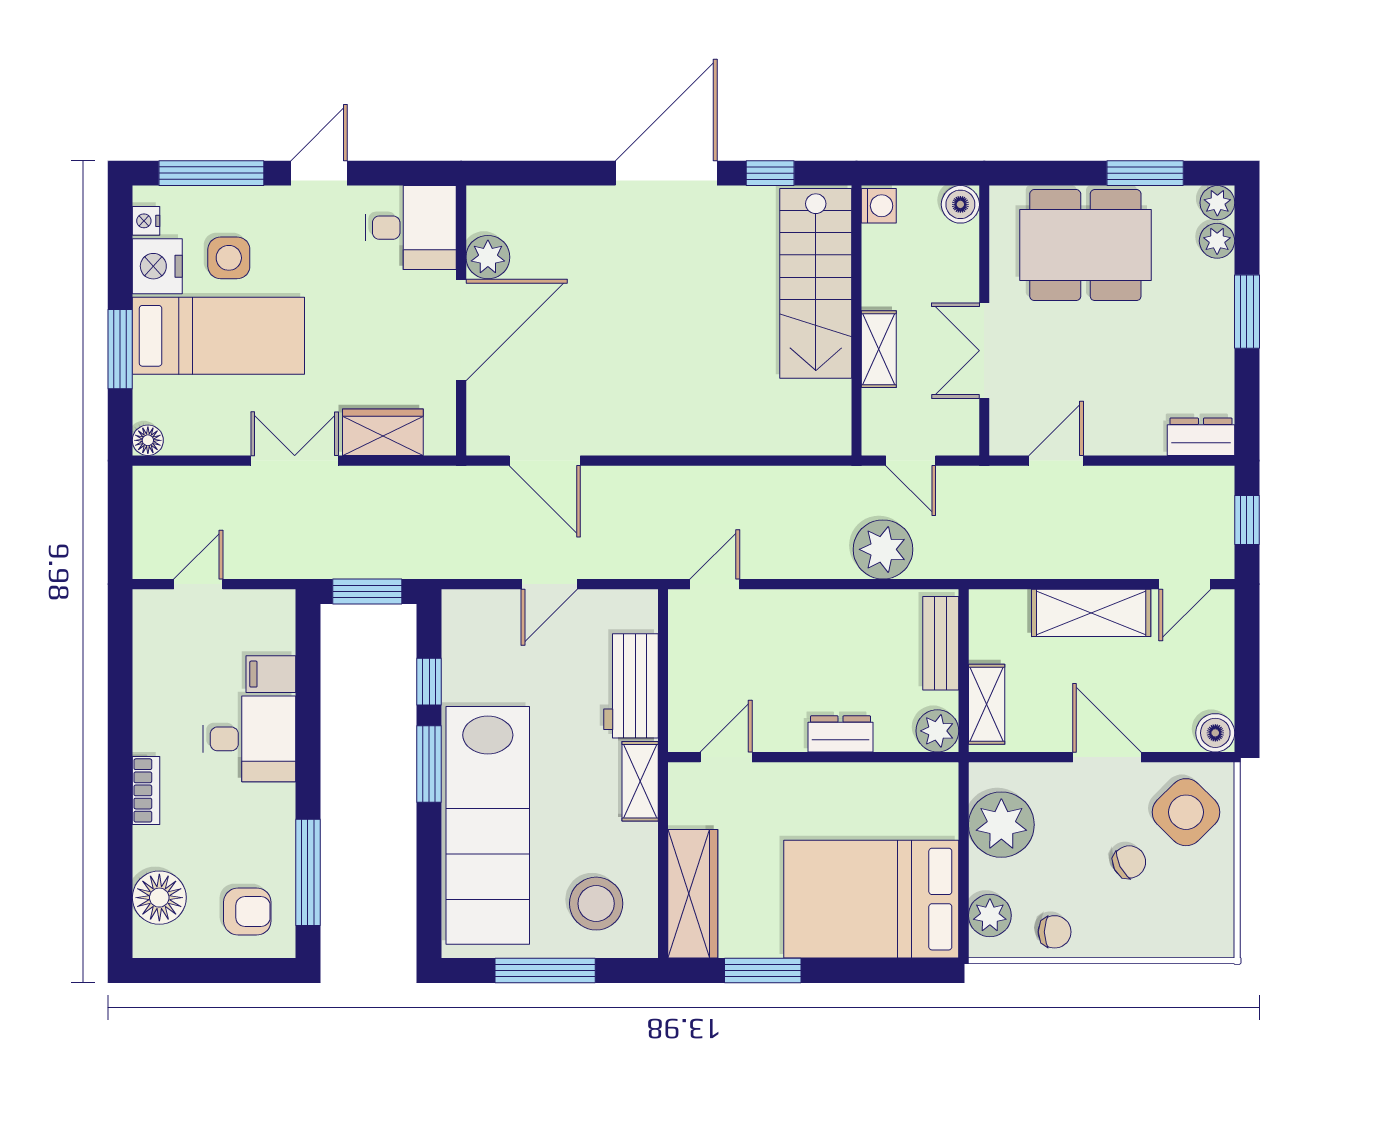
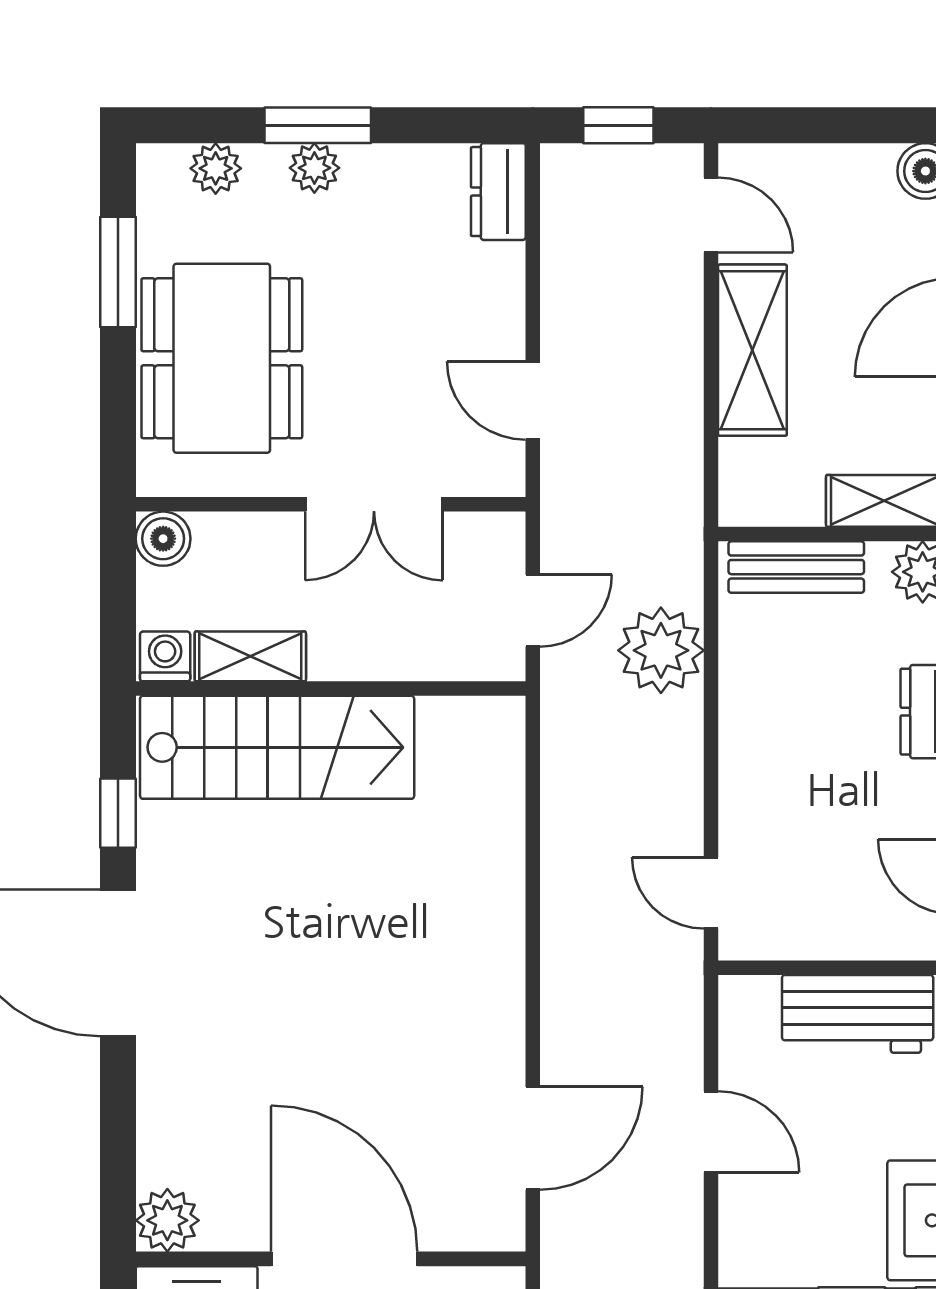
plant: (1217, 203) -> (314, 168), moved
plant: (488, 257) -> (167, 1220), moved
shelving: (879, 349) -> (250, 656), moved

